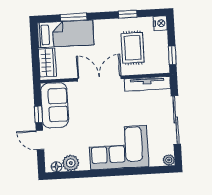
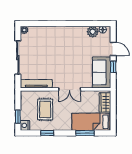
window: (172, 55) -> (18, 117), moved
double door: (99, 79) -> (69, 89), width x0.73
corner sofa: (119, 148) -> (59, 41), removed

